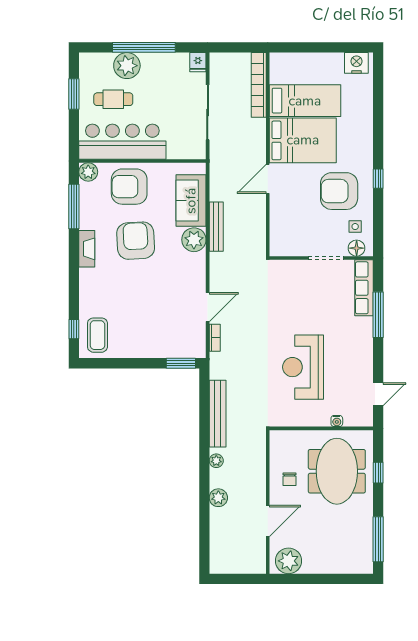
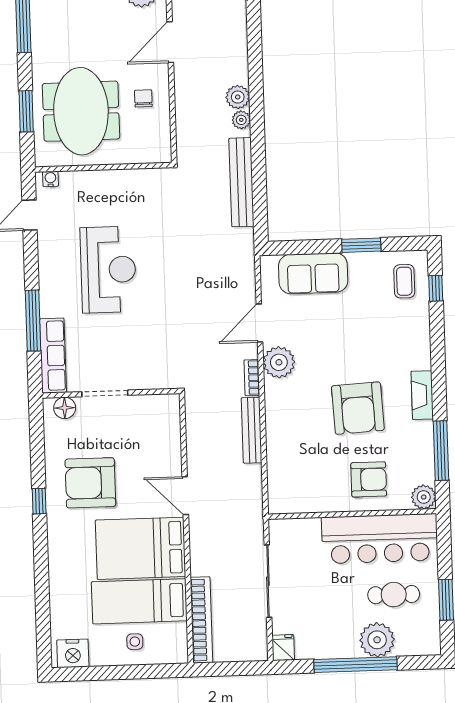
door: (268, 179) -> (185, 496), swing flipped
armchair: (129, 187) -> (369, 479), width x0.73, depth x0.73
armchair: (339, 191) -> (90, 483), turned 180
sofa: (191, 201) -> (313, 273), moved, turned 90
side table: (355, 227) -> (135, 642), moved
plant: (194, 240) -> (279, 362), moved
coffee table: (97, 335) -> (404, 281), width x0.73, depth x0.77
bookcase: (215, 338) -> (252, 378), moved
window: (181, 363) -> (361, 245), moved
reception desk: (303, 367) -> (108, 270), moved
water cooler: (337, 421) -> (50, 179), moved
window: (378, 473) -> (26, 111), width x1.50
plant: (218, 498) -> (238, 97), moved

